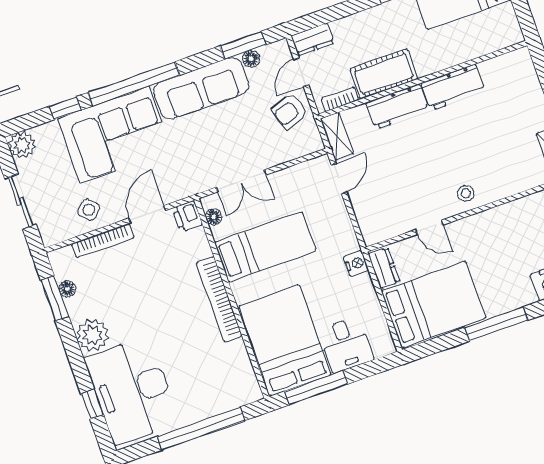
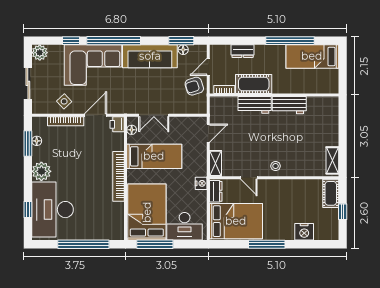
dresser: (313, 40) -> (243, 51), moved
shelving: (337, 136) -> (215, 163), moved
desk: (346, 345) -> (185, 226), width x1.37

